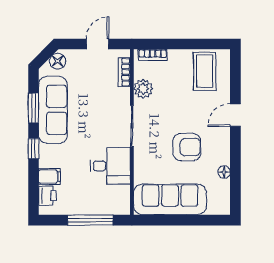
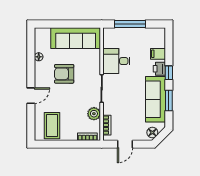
printer: (47, 196) -> (159, 69), moved

